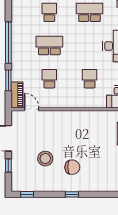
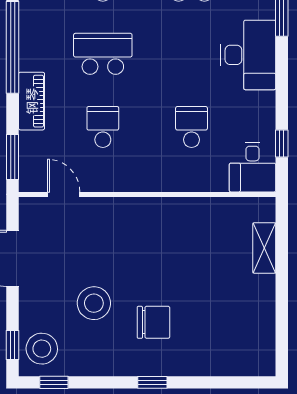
window: (8, 80) -> (13, 157), moved
piano: (17, 95) -> (32, 101), moved
window: (8, 166) -> (13, 345), moved
stool: (22, 179) -> (42, 349), added

